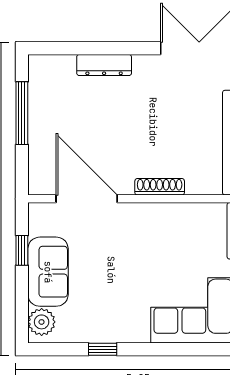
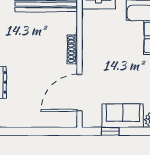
window: (22, 113) -> (29, 131), removed

